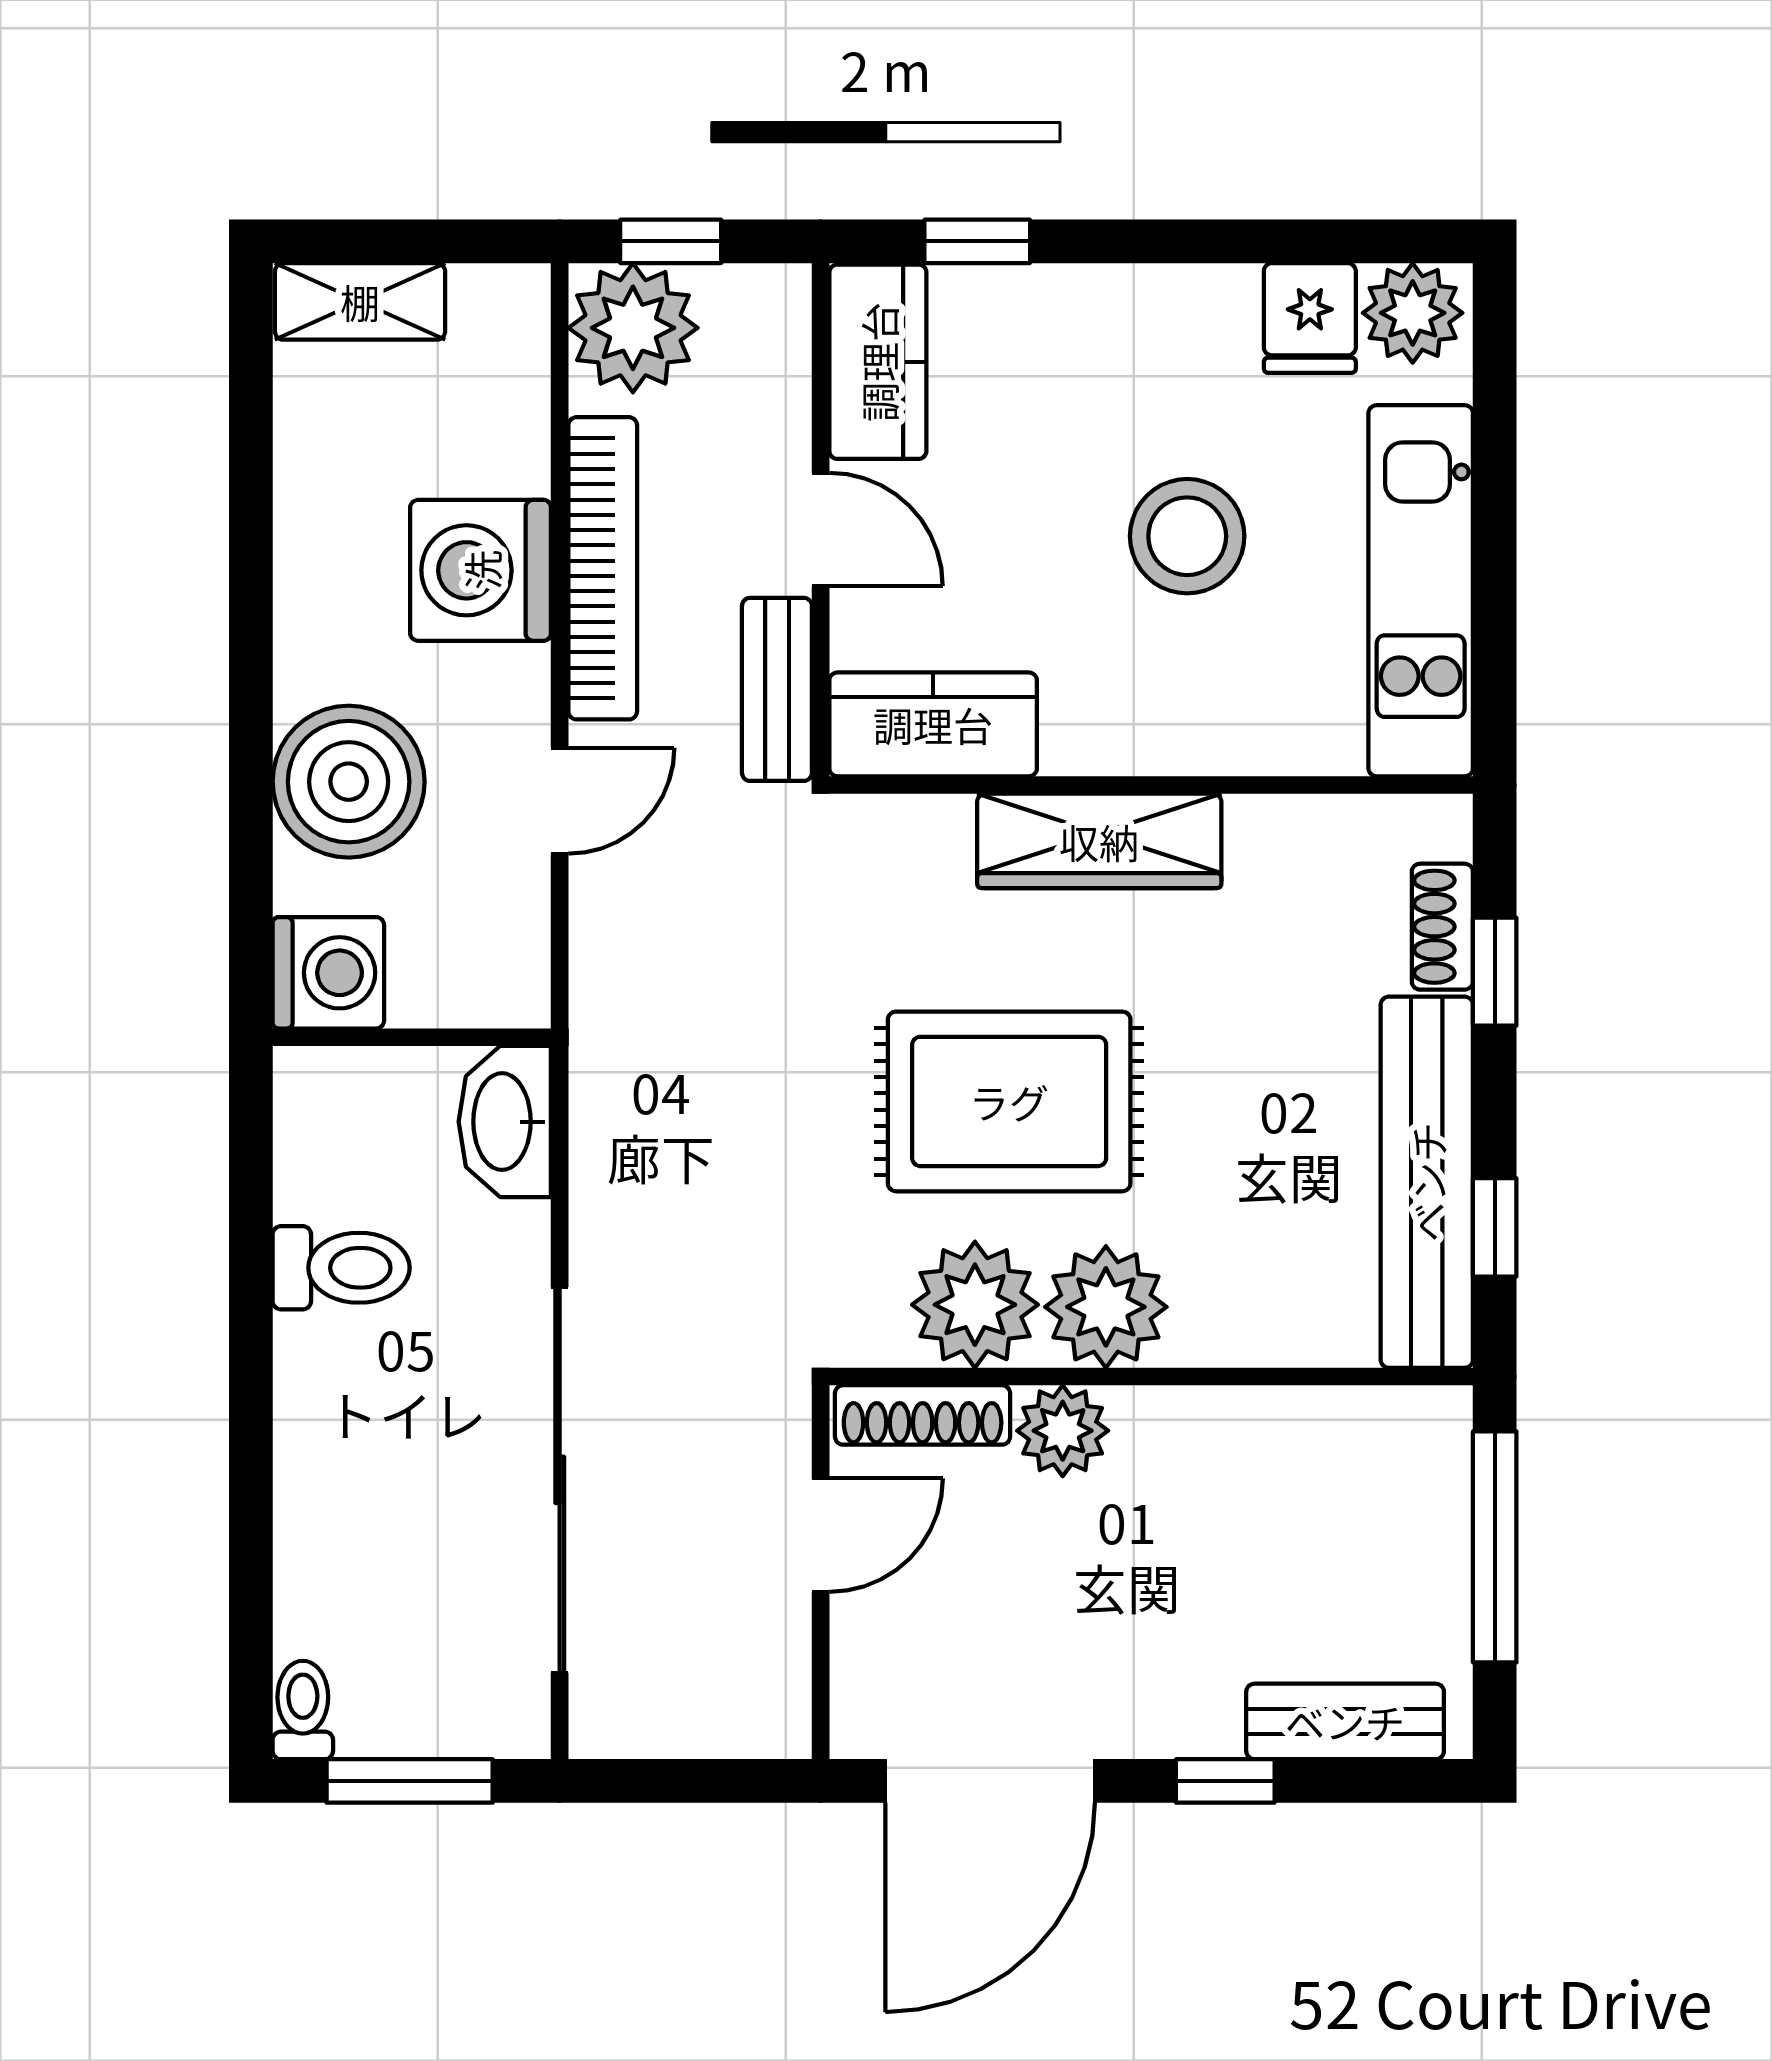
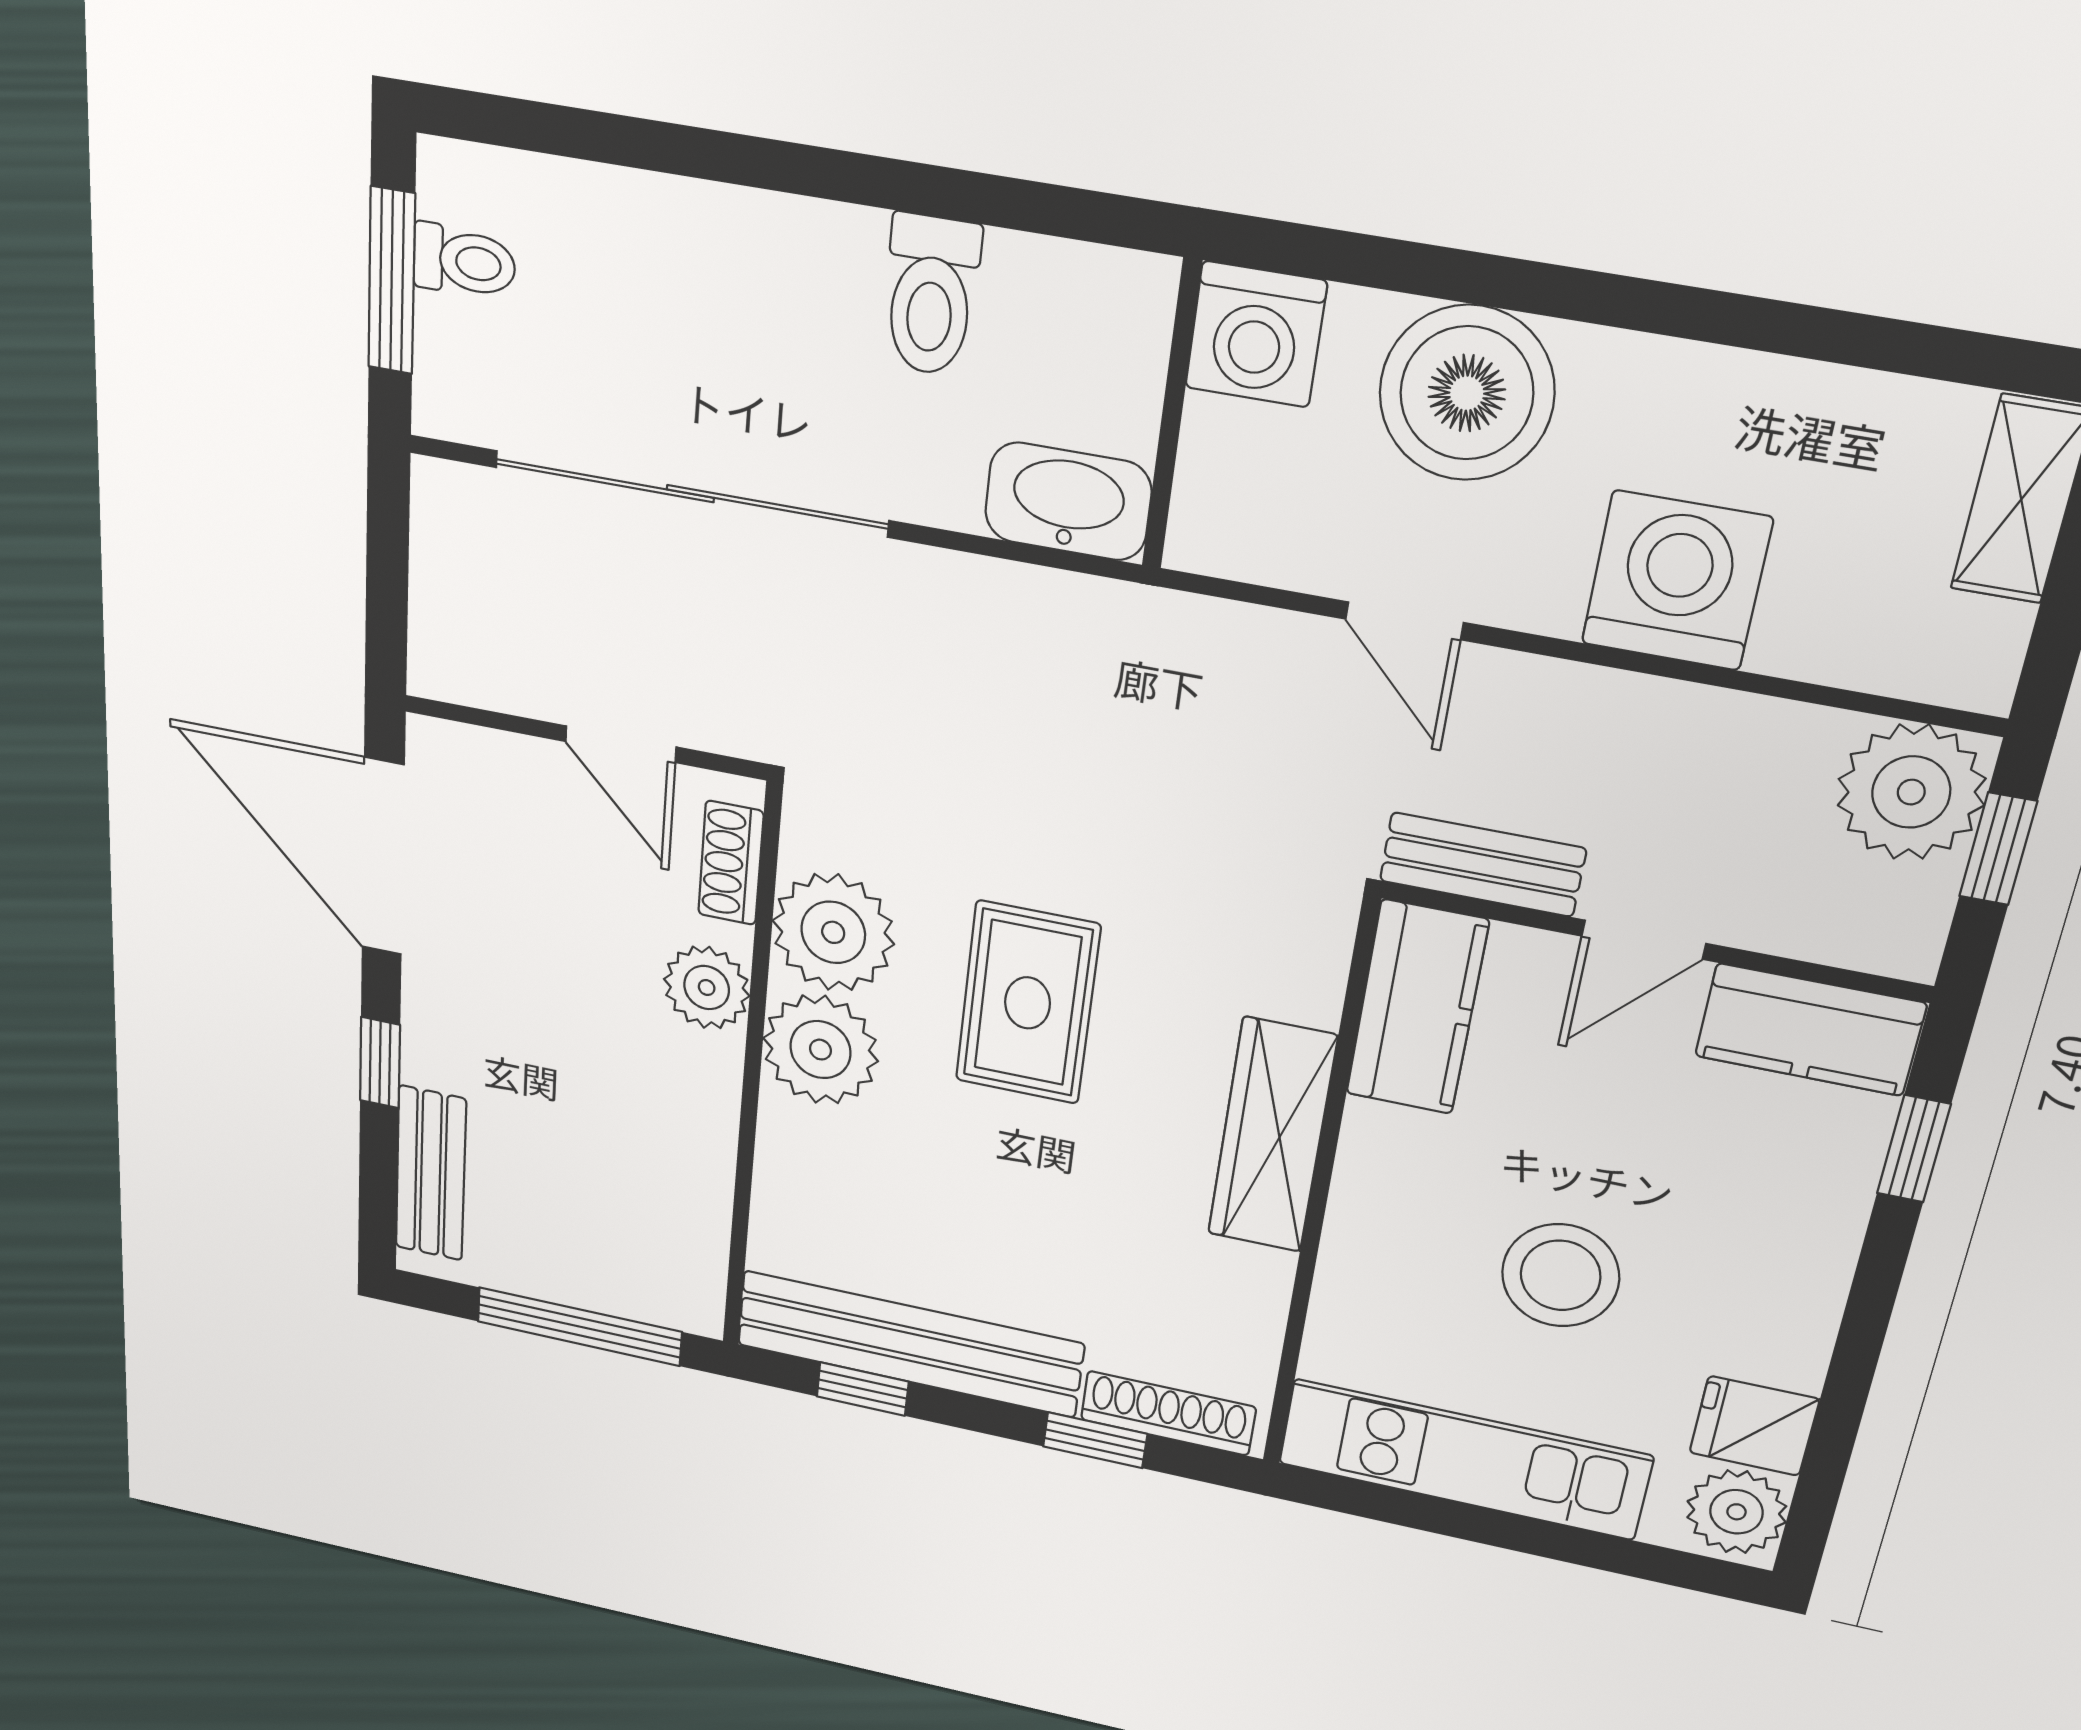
bookcase: (603, 568) -> (1650, 712), removed
shoe rack: (1442, 927) -> (1168, 1413), width x1.43
rug: (1009, 1101) -> (1028, 1003), width x0.73, depth x0.70
shoe rack: (923, 1415) -> (731, 863), width x0.70
toilet: (303, 1710) -> (464, 261), moved

